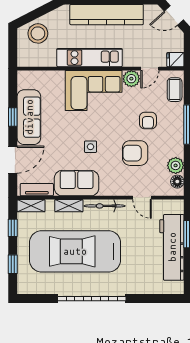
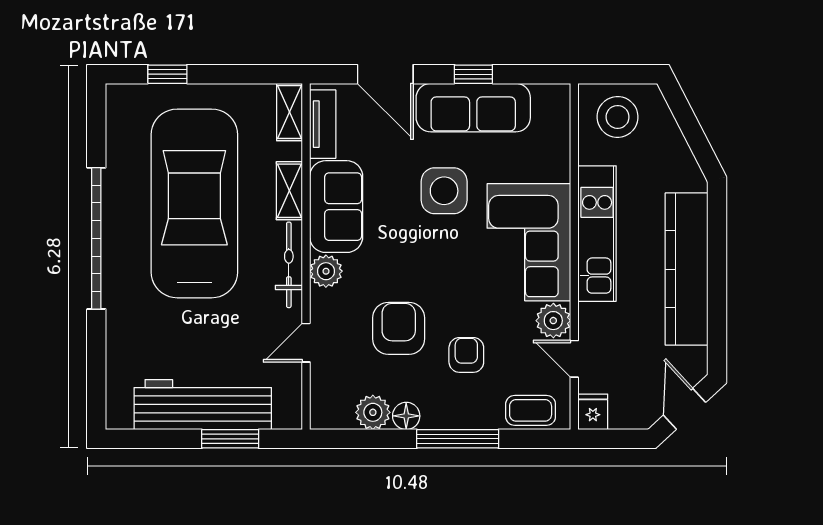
stool: (38, 33) -> (618, 117), moved
armchair: (148, 120) -> (466, 355), turned 90
side table: (90, 147) -> (444, 191), moved, width x1.87, depth x1.87
floor lamp: (177, 182) -> (406, 416), moved
plant: (108, 188) -> (326, 271), added
window: (13, 228) -> (243, 74), removed

